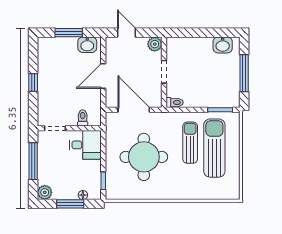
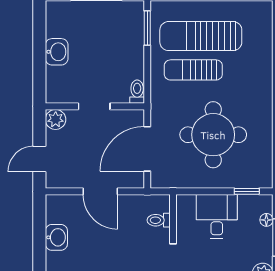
window: (69, 33) -> (39, 240), removed
washbasin: (87, 45) -> (56, 237), moved
washbasin: (223, 45) -> (57, 52), moved
desk: (85, 145) -> (217, 216), moved

